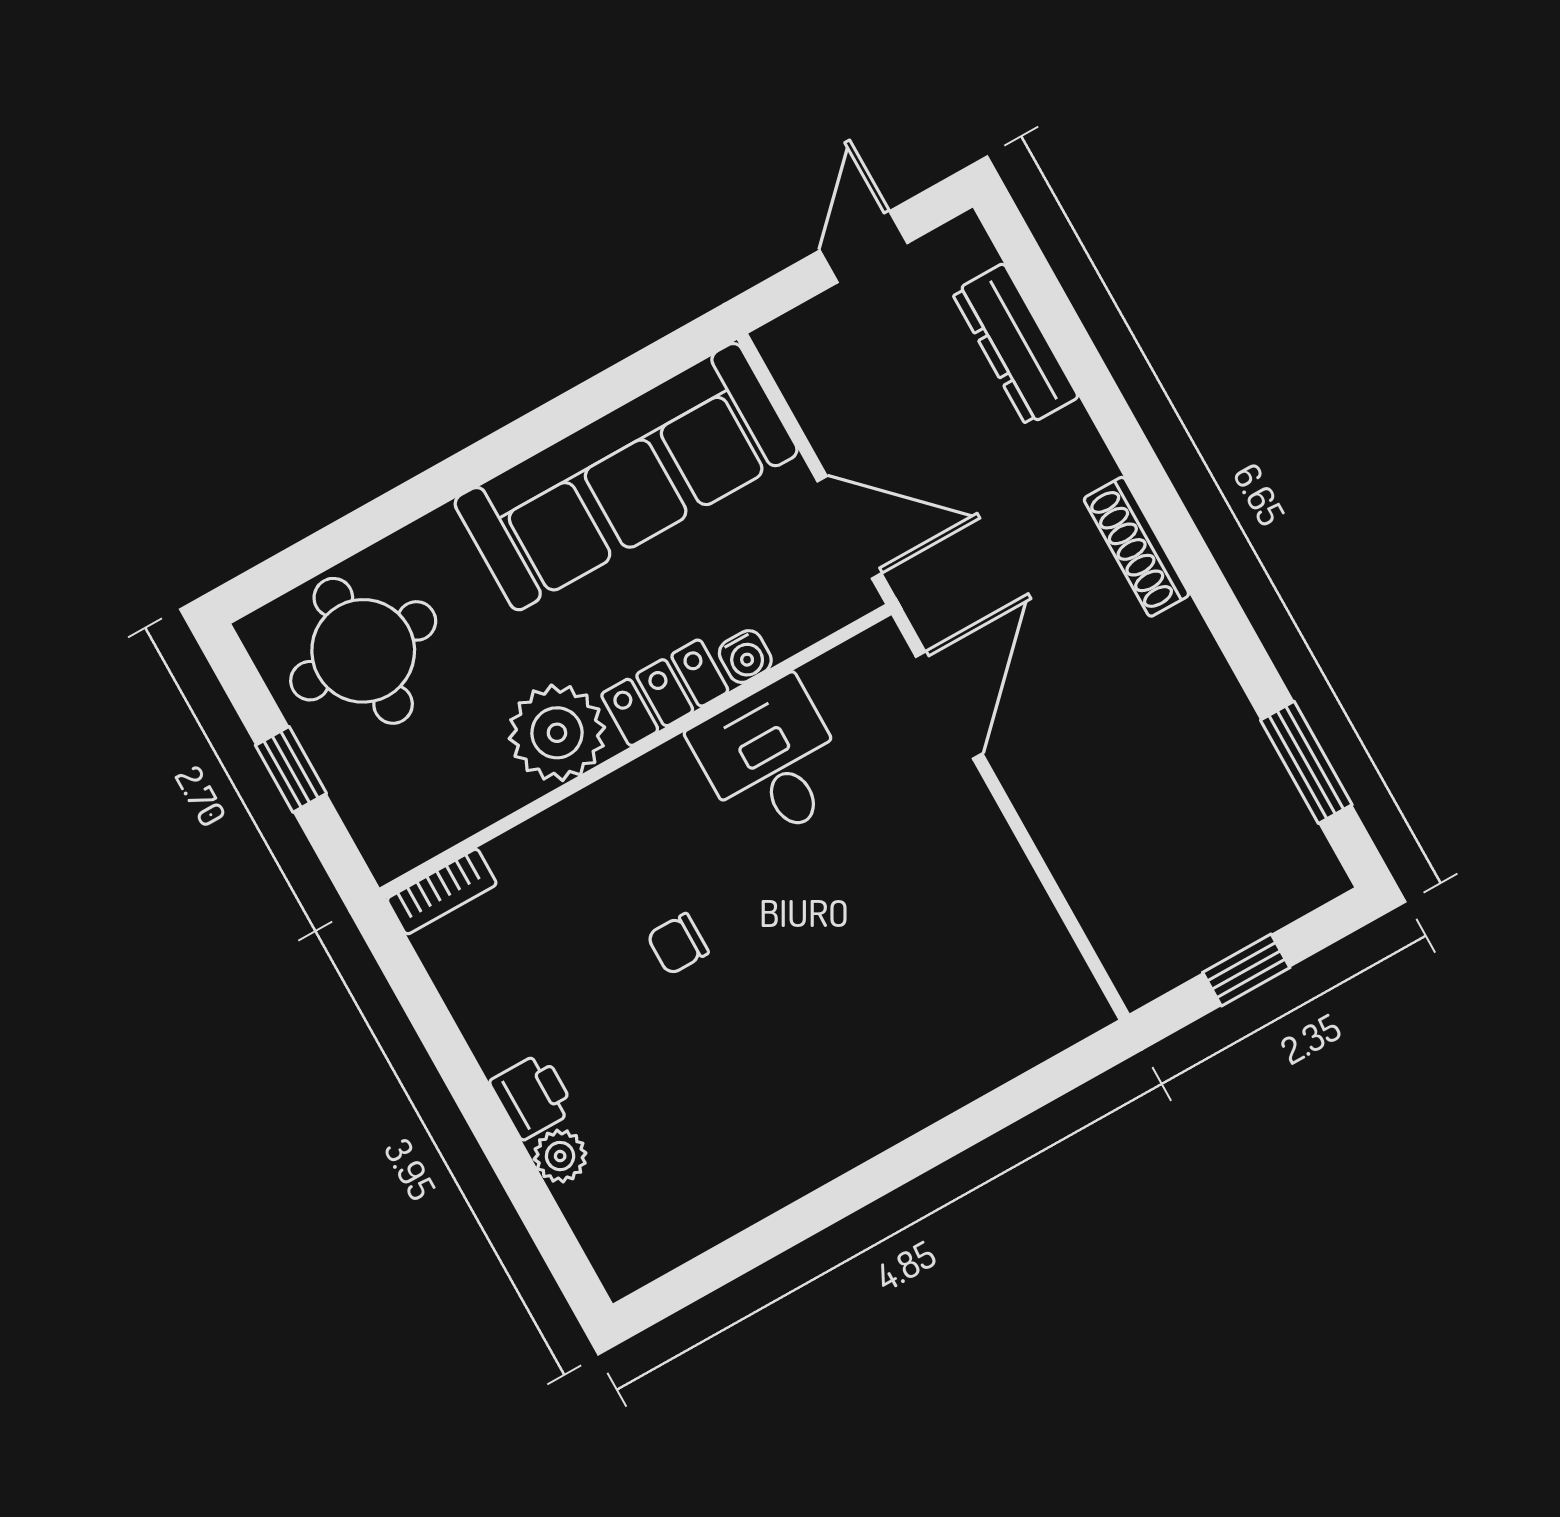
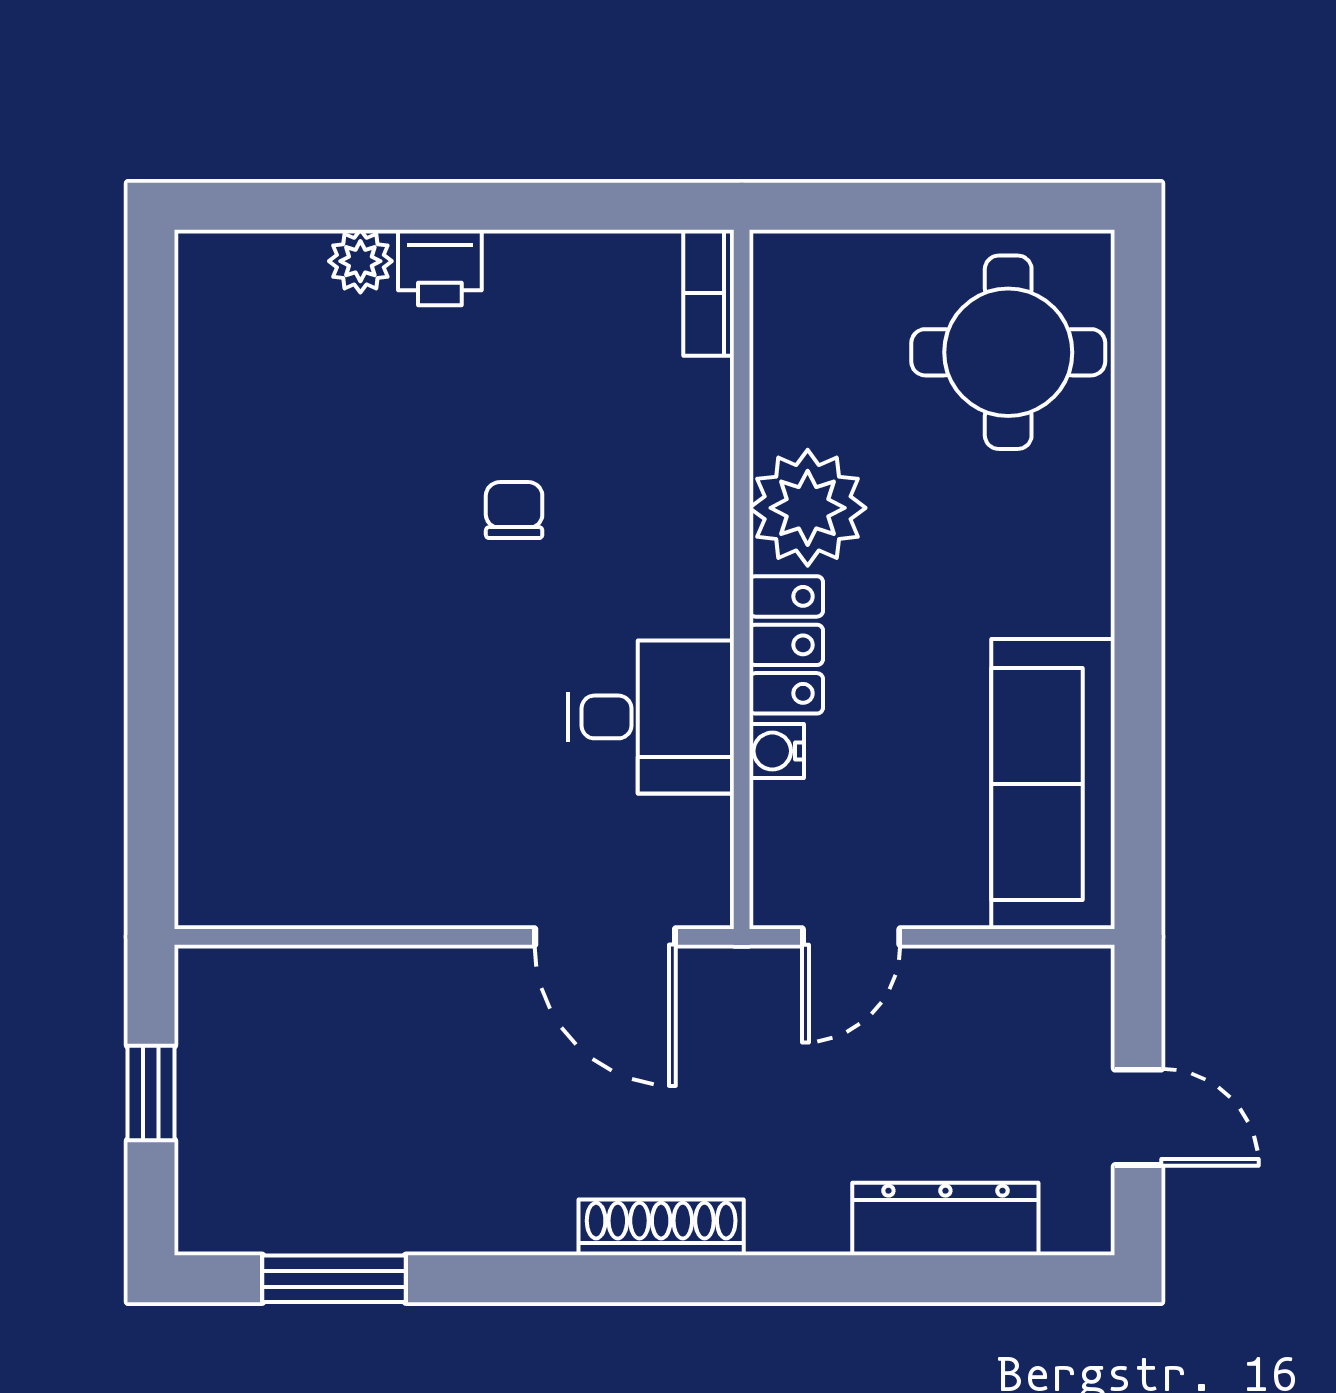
sofa: (626, 477) -> (1053, 784), width x0.74, depth x0.79
door: (849, 527) -> (851, 937), width x0.73
window: (291, 769) -> (926, 206), removed

